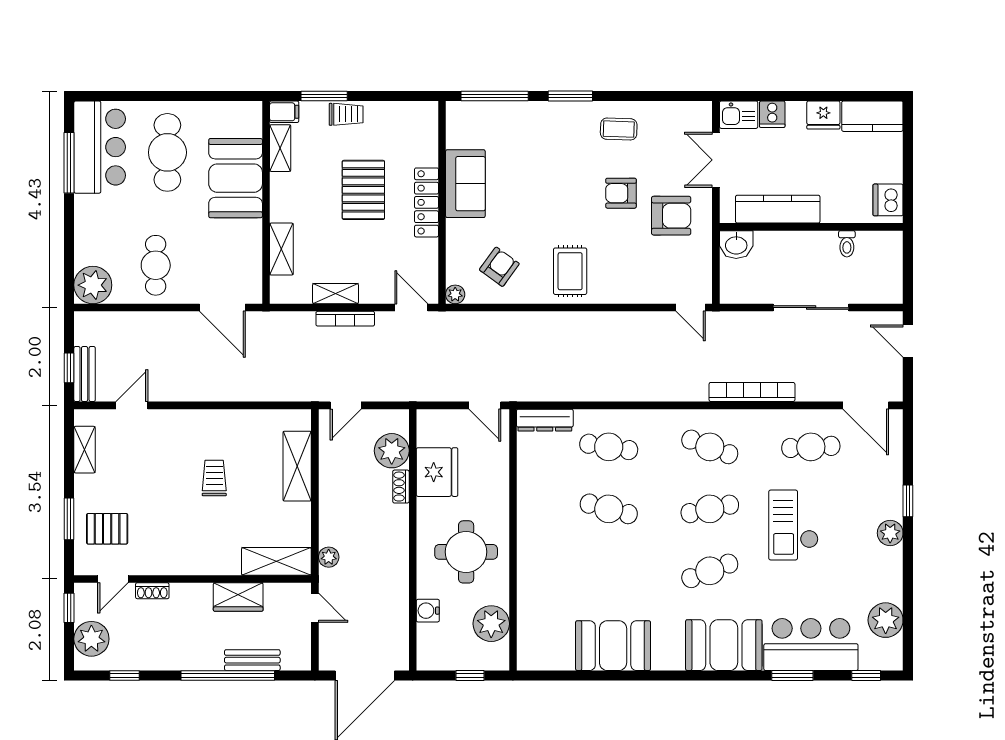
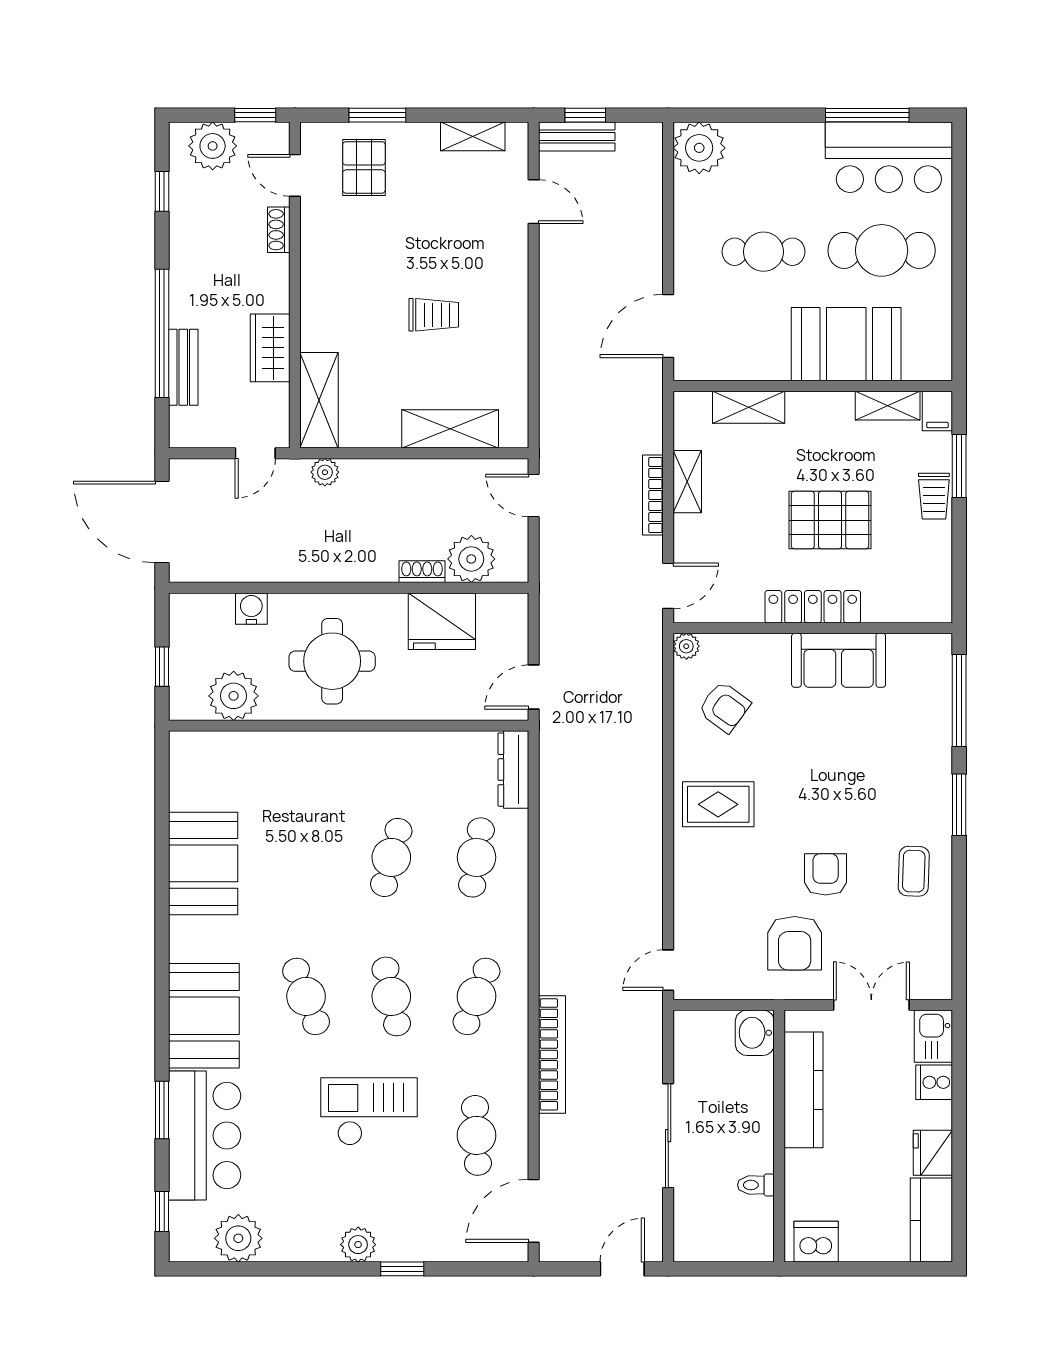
cafe table: (156, 265) -> (764, 252), moved

